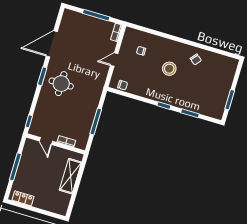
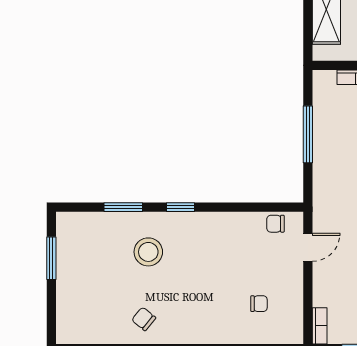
door: (114, 60) -> (308, 247), moved
stool: (169, 69) -> (148, 252), moved

